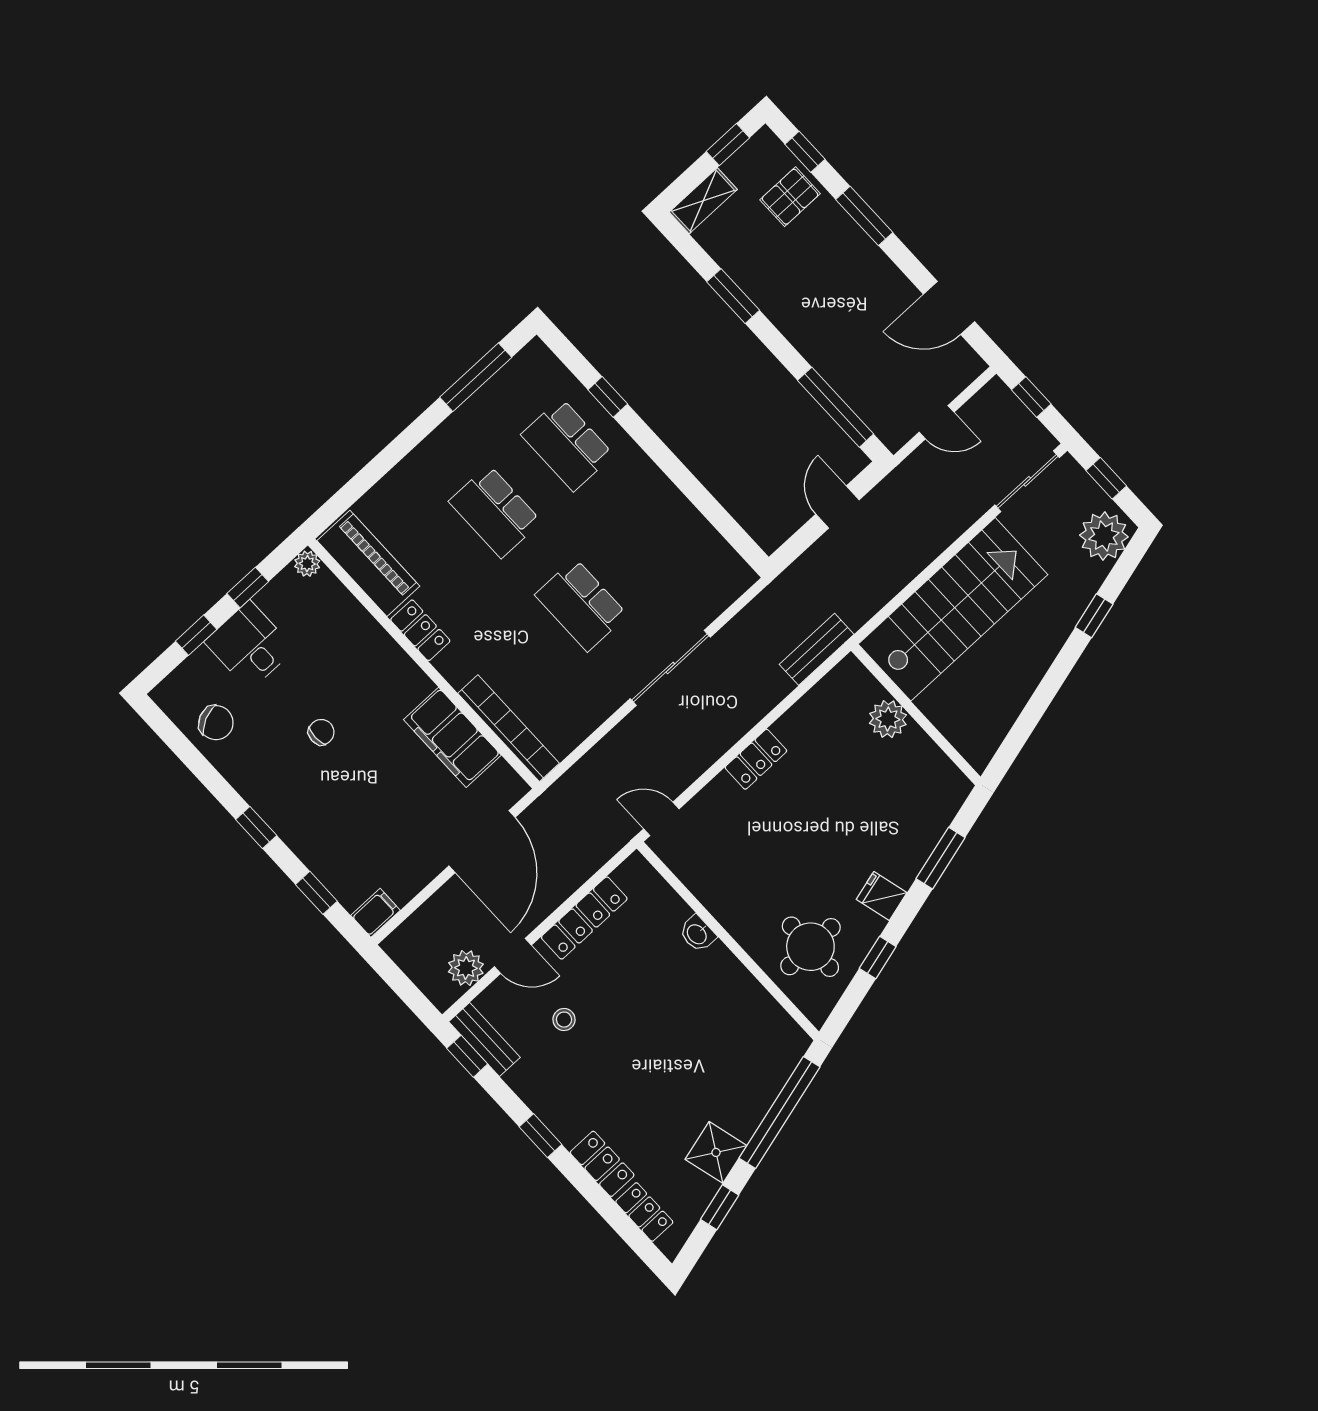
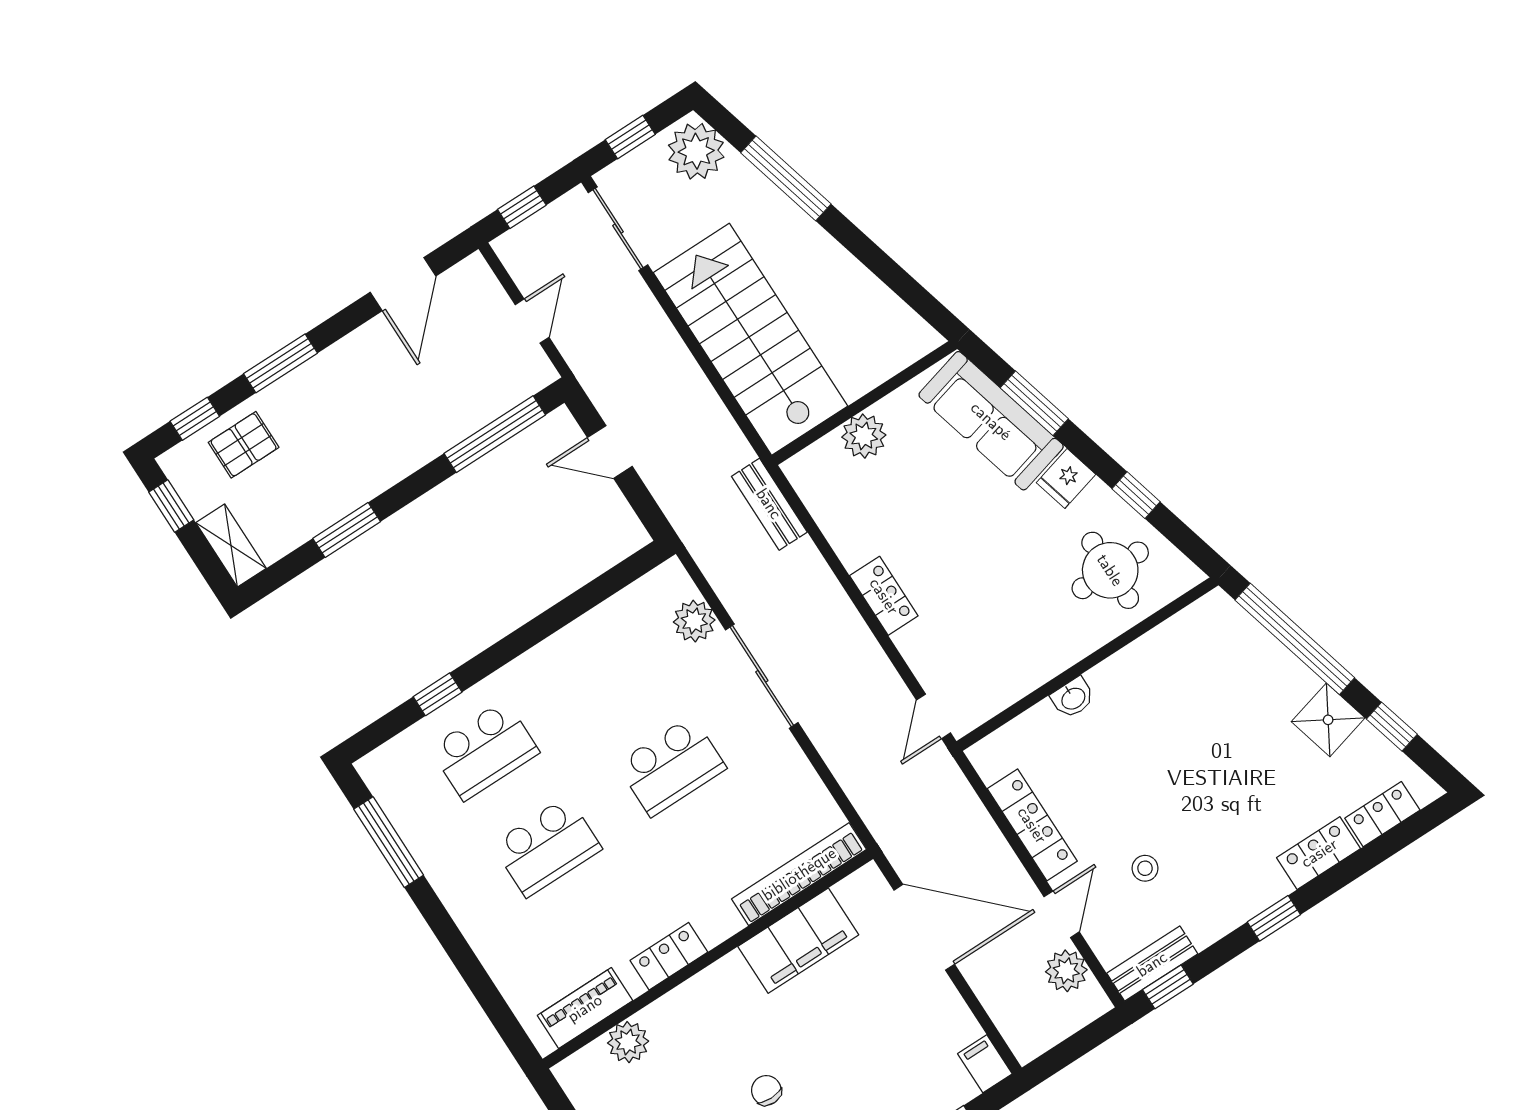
pallet: (790, 197) -> (244, 445), turned 90
piano: (368, 563) -> (585, 1008), width x0.73, depth x0.75
plant: (307, 564) -> (628, 1042), moved, width x1.38, depth x1.38
plant: (707, 603) -> (694, 621), added
window: (1094, 616) -> (786, 178), width x2.17
sofa: (919, 824) -> (991, 421), added

